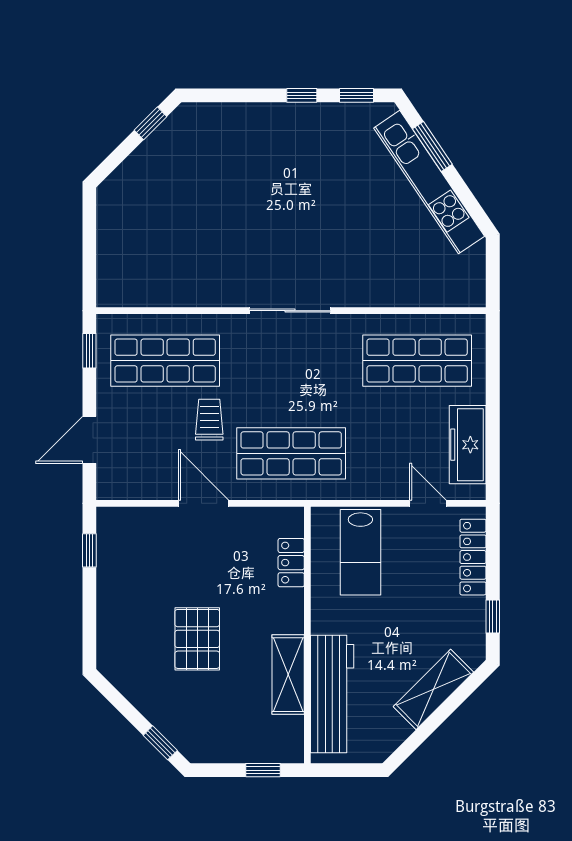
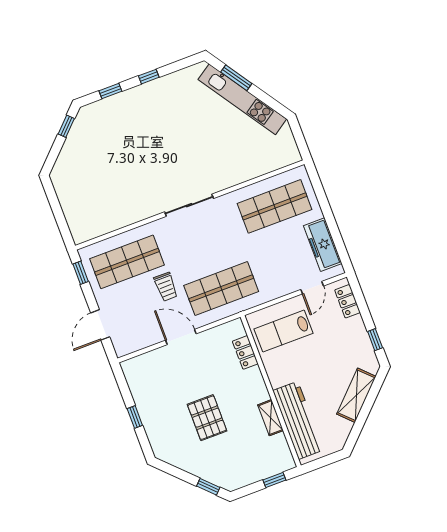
window: (357, 95) -> (110, 91), moved
trolley: (209, 420) -> (166, 287), turned 180
door: (428, 503) -> (312, 288), swing flipped
window: (89, 550) -> (135, 417), moved
lab bench: (360, 552) -> (284, 331), turned 90
locker: (473, 557) -> (347, 301), width x0.66
shelving: (288, 675) -> (270, 418), width x0.67, depth x0.75

